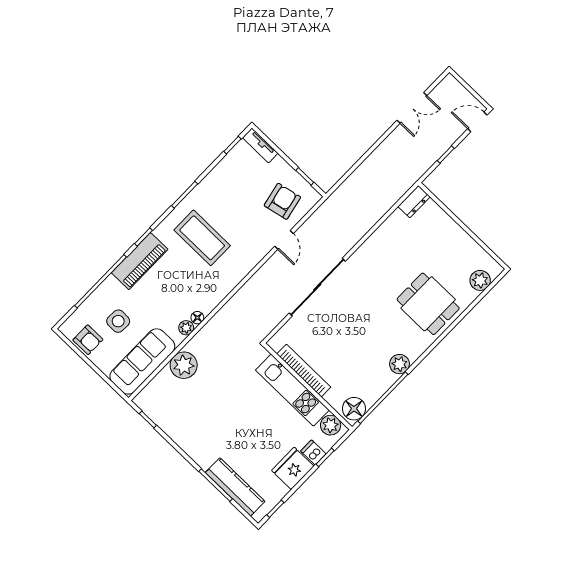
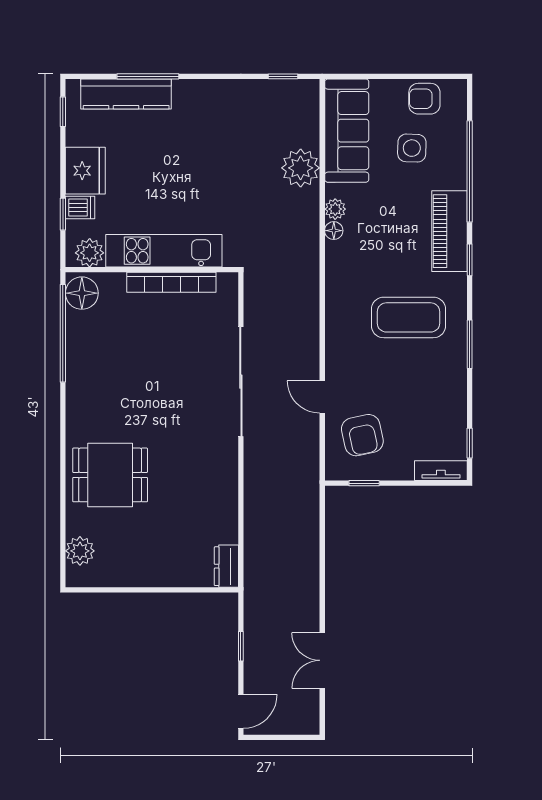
plant: (400, 364) -> (79, 384), removed

